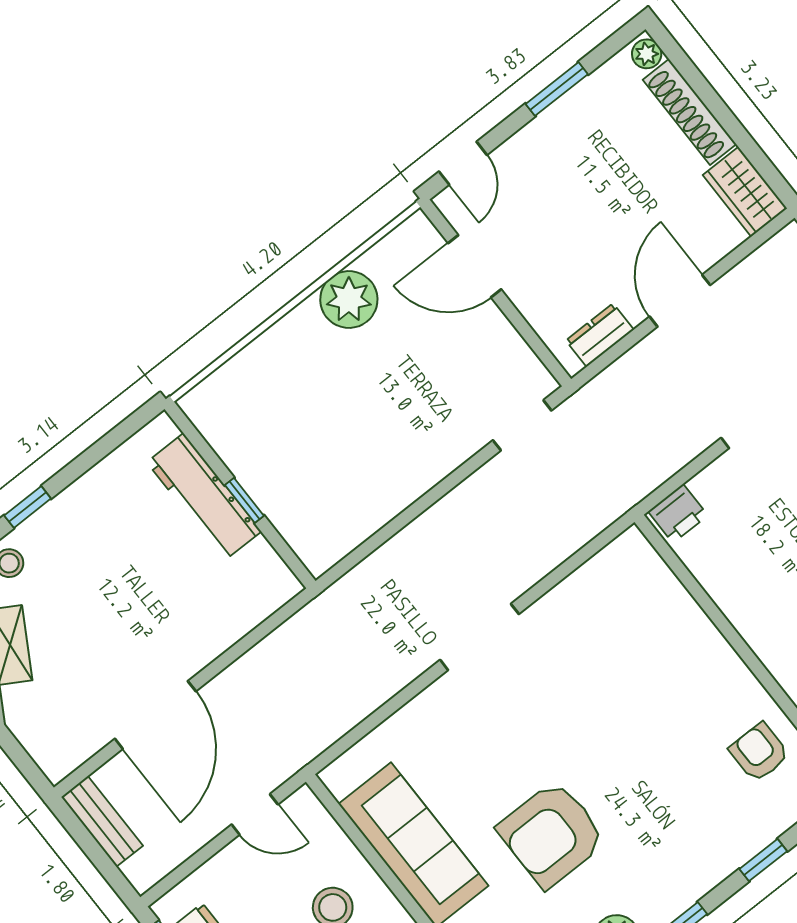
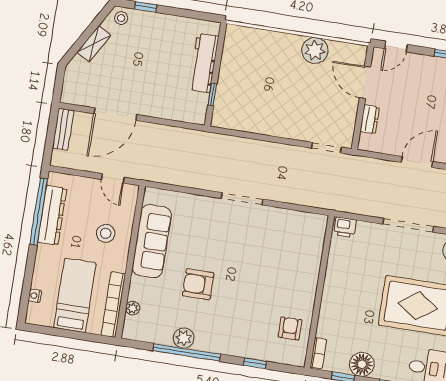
dresser: (600, 335) -> (370, 119), moved, turned 90
window: (244, 500) -> (212, 94), moved
armchair: (552, 834) -> (198, 284), width x0.73, depth x0.73

